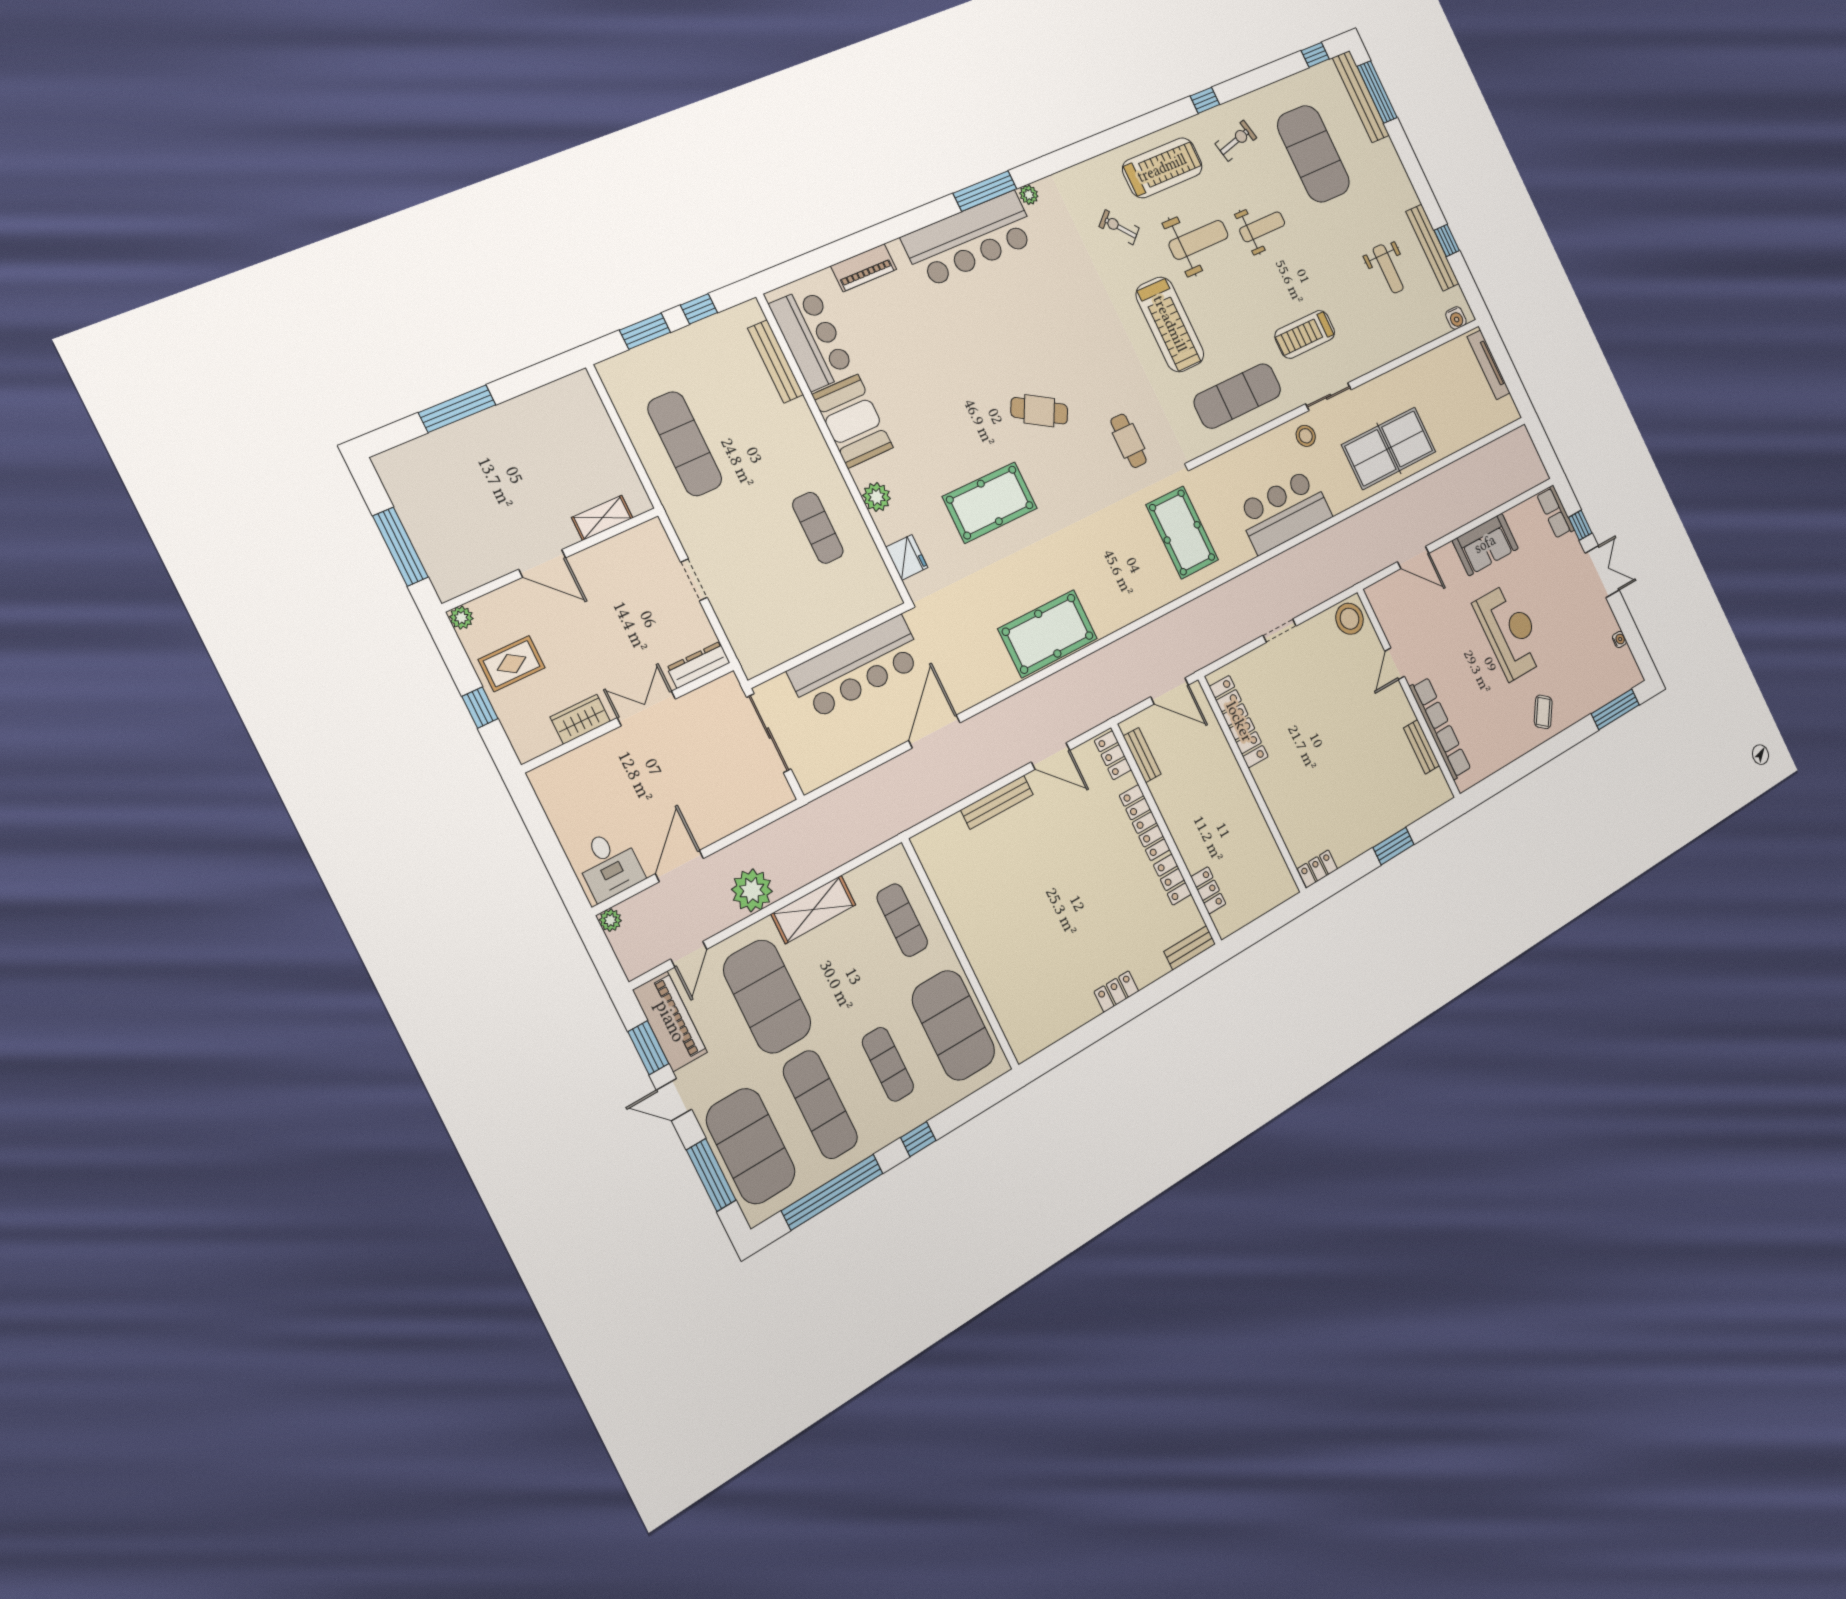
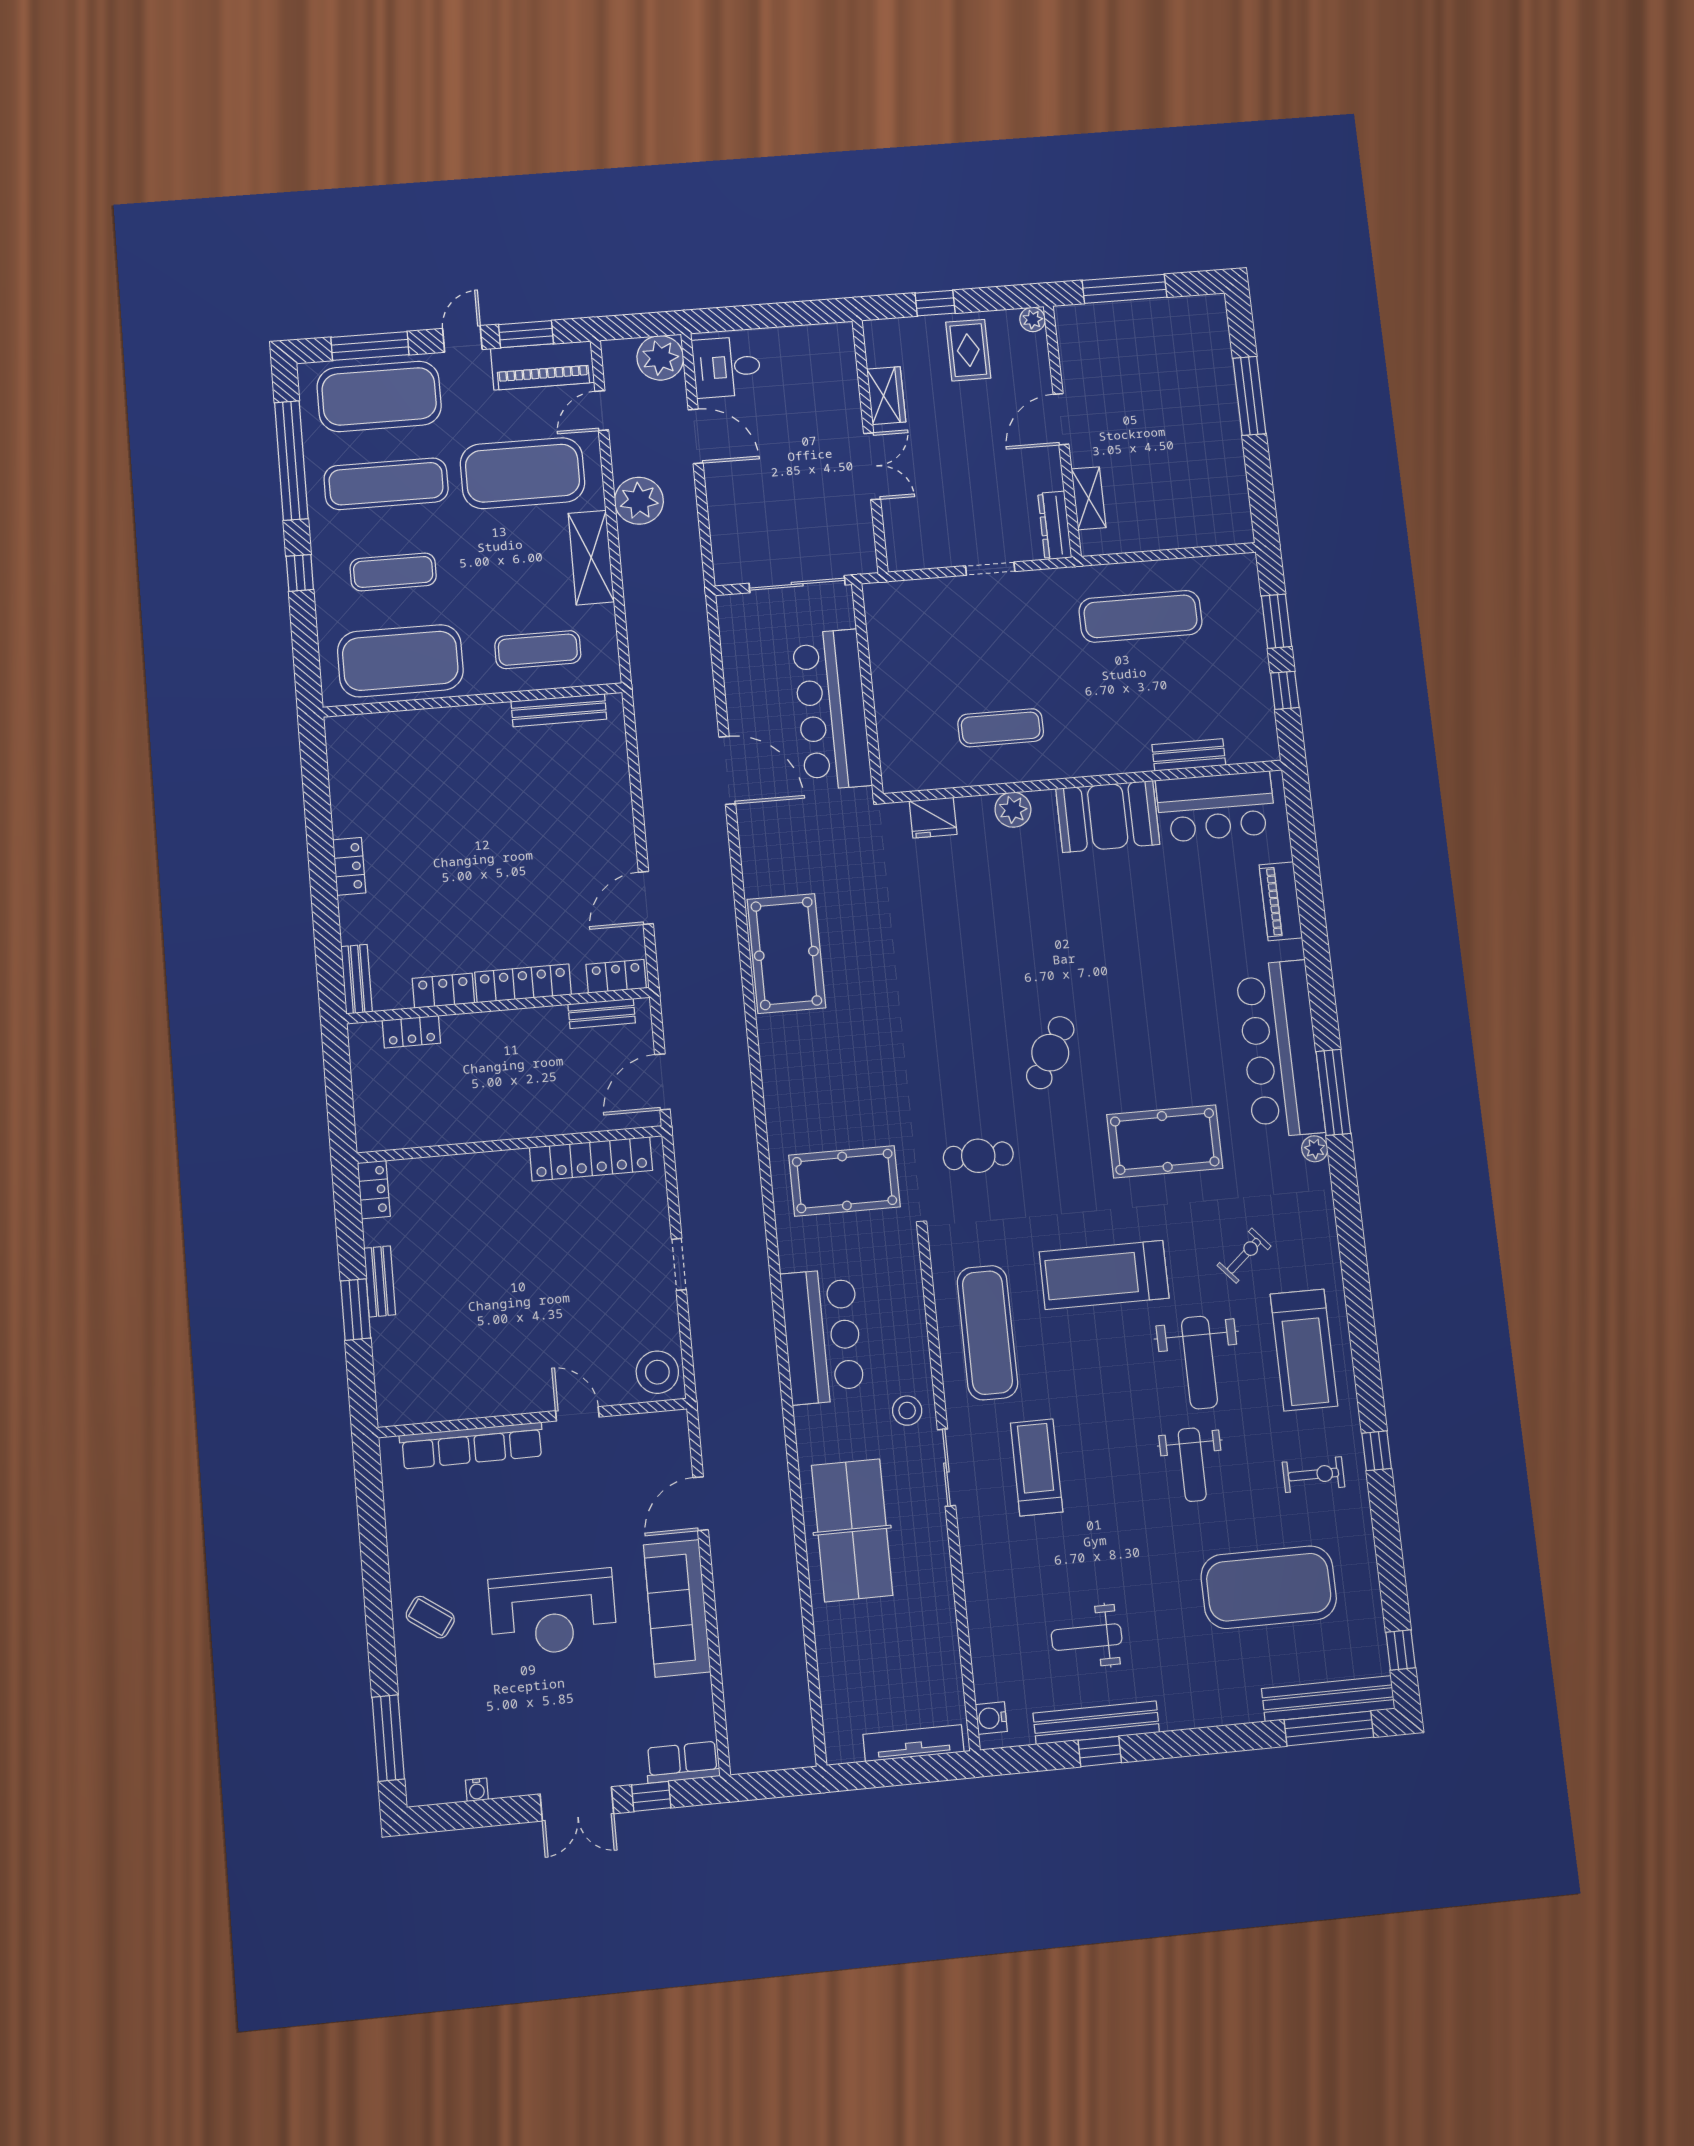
exercise bike: (1236, 141) -> (1313, 1475), turned -76
bench: (776, 361) -> (1189, 755), width x0.73
pool table: (990, 502) -> (1165, 1141), moved, turned 90
sofa: (1485, 544) -> (677, 1608), width x1.36
dresser: (698, 665) -> (1055, 525), moved, turned 180
bench: (1422, 747) -> (380, 1281), moved, turned 90
bench: (997, 802) -> (559, 710), moved, turned 90
plant: (610, 920) -> (660, 358), width x1.88, depth x1.88
door: (689, 954) -> (602, 411), hinge flipped

